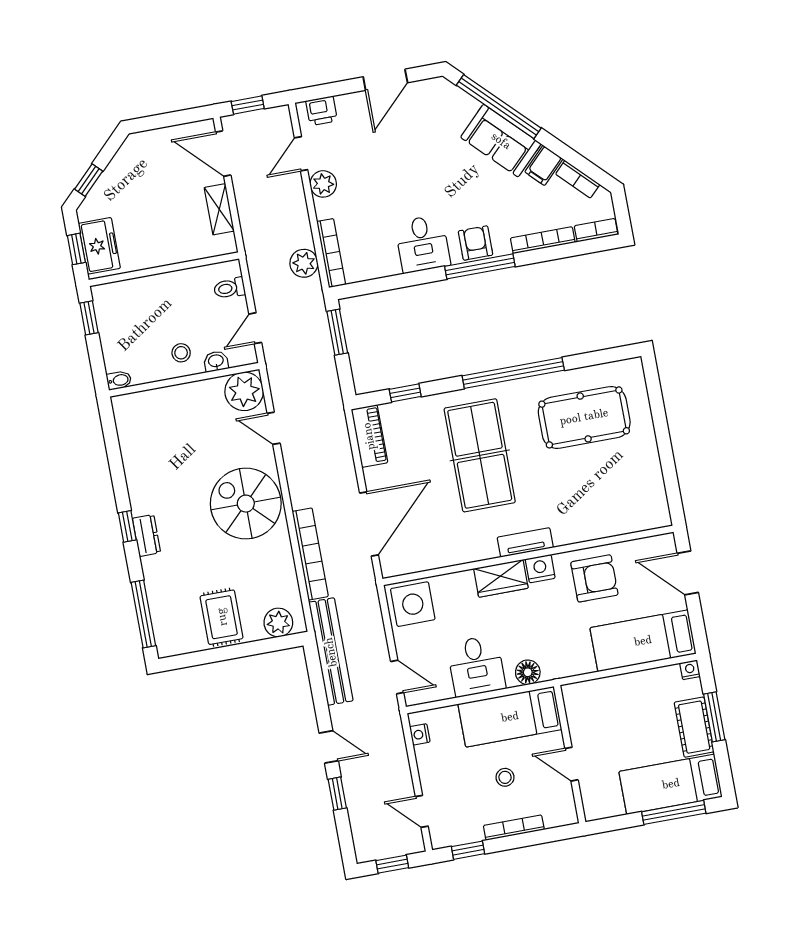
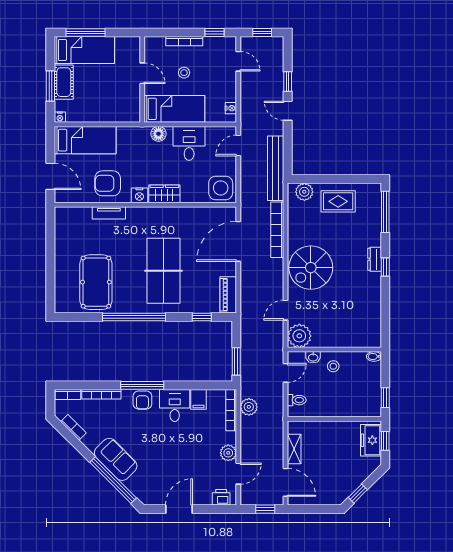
filing cabinet: (544, 165) -> (198, 399), moved, turned 135
window: (89, 180) -> (358, 494), moved
pool table: (584, 417) -> (96, 282), turned 90
door: (274, 428) -> (286, 310), swing flipped
spiral stairs: (246, 504) -> (311, 268), turned 90
tv unit: (525, 542) -> (109, 213), moved
rug: (222, 617) -> (338, 201), turned 90
door: (397, 677) -> (238, 146), hinge flipped

